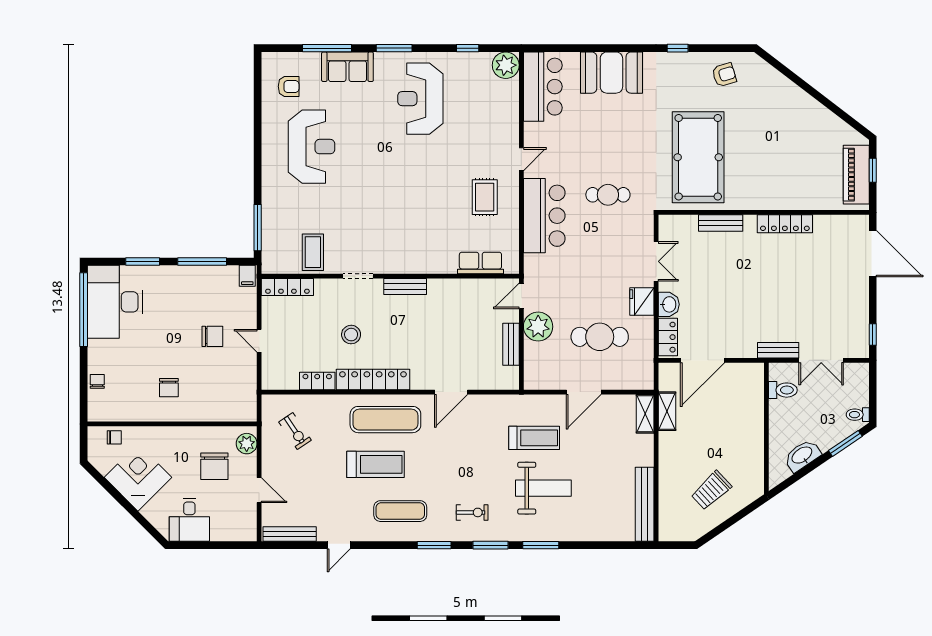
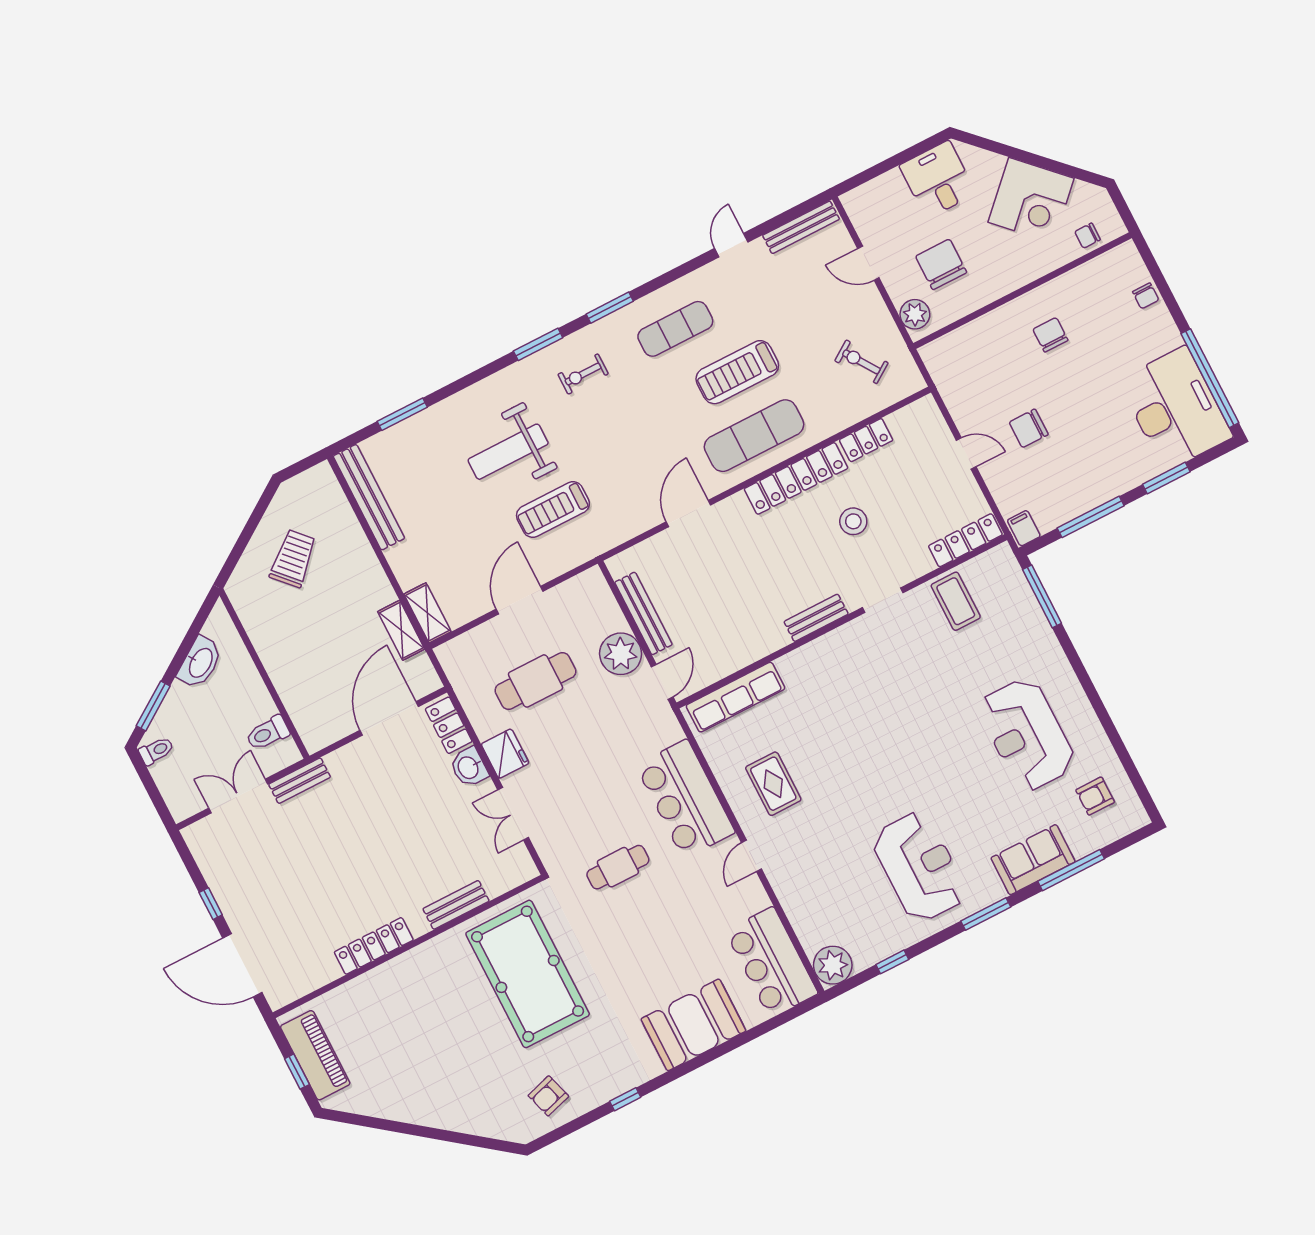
row of seats: (480, 263) -> (735, 697), width x1.48
window: (873, 334) -> (211, 904), moved
bench: (511, 344) -> (643, 613), width x1.36
window: (541, 545) -> (402, 414), moved

